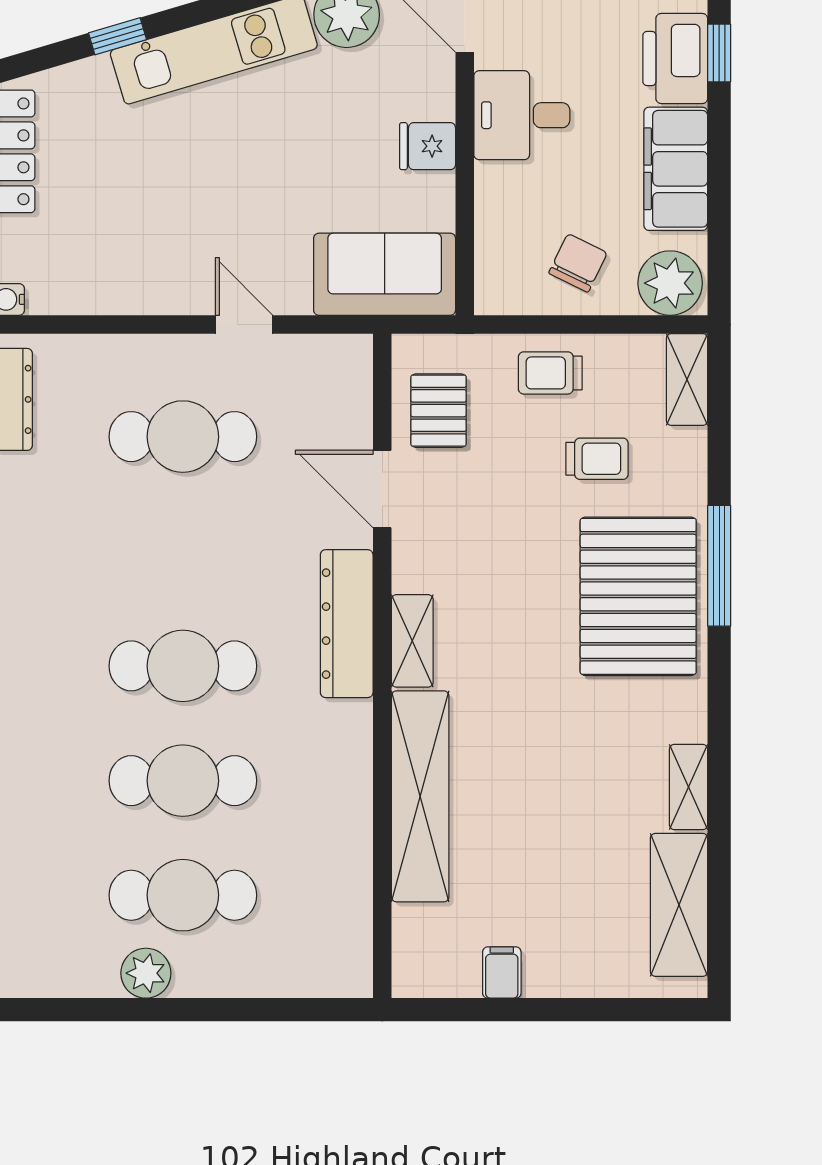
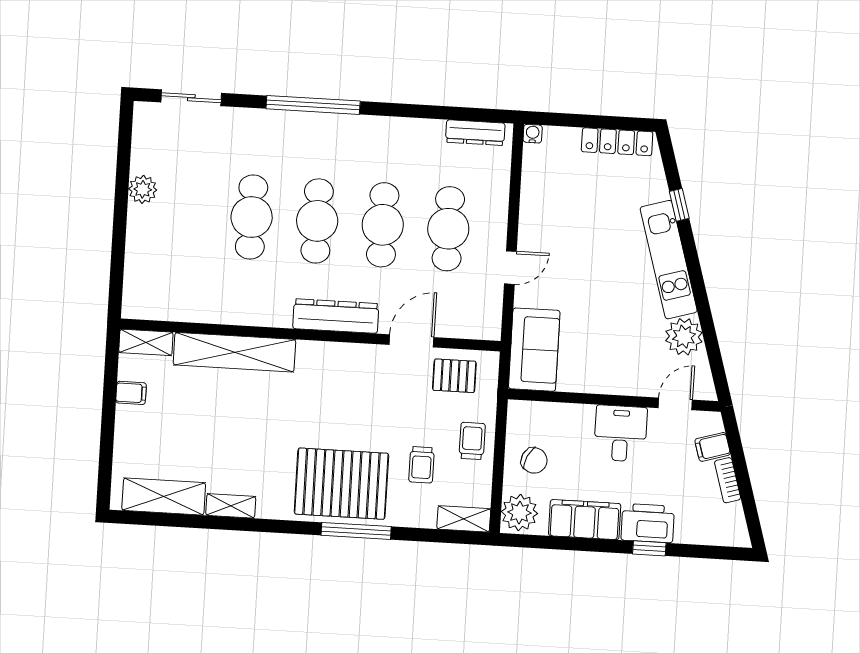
fridge: (428, 146) -> (606, 378), removed
shelving: (412, 641) -> (146, 342), moved
cafe table: (183, 895) -> (383, 225), moved

